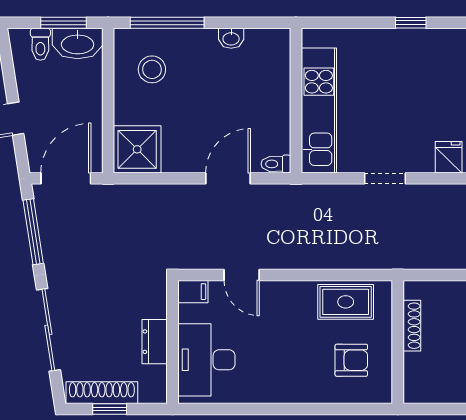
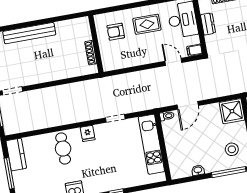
rug: (346, 302) -> (147, 24), moved

